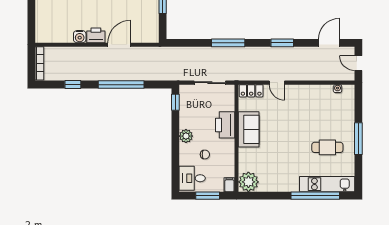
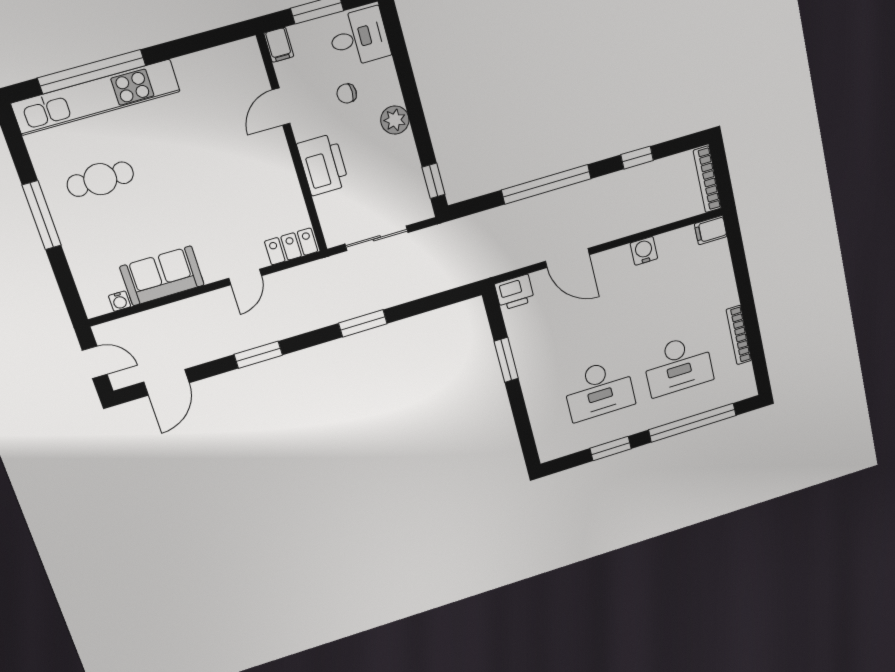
printer: (96, 35) -> (515, 292), moved
filing cabinet: (43, 37) -> (711, 230), added
window: (228, 43) -> (363, 323), width x0.69
door: (119, 45) -> (567, 258), hinge flipped
door: (277, 83) -> (245, 277), swing flipped
sofa: (249, 129) -> (162, 276), moved, turned 90
door: (237, 157) -> (281, 107), added
plant: (248, 182) -> (241, 62), removed
kitchen unit: (327, 184) -> (96, 97), width x1.36

